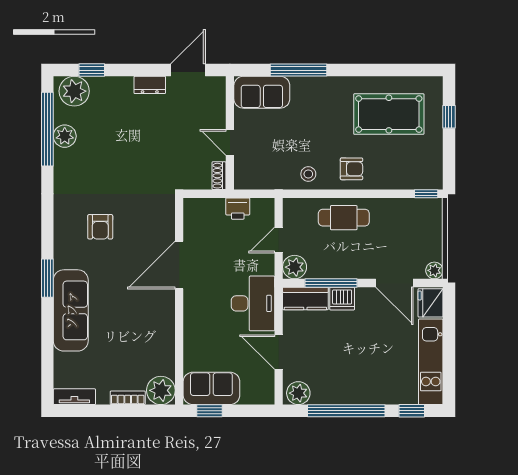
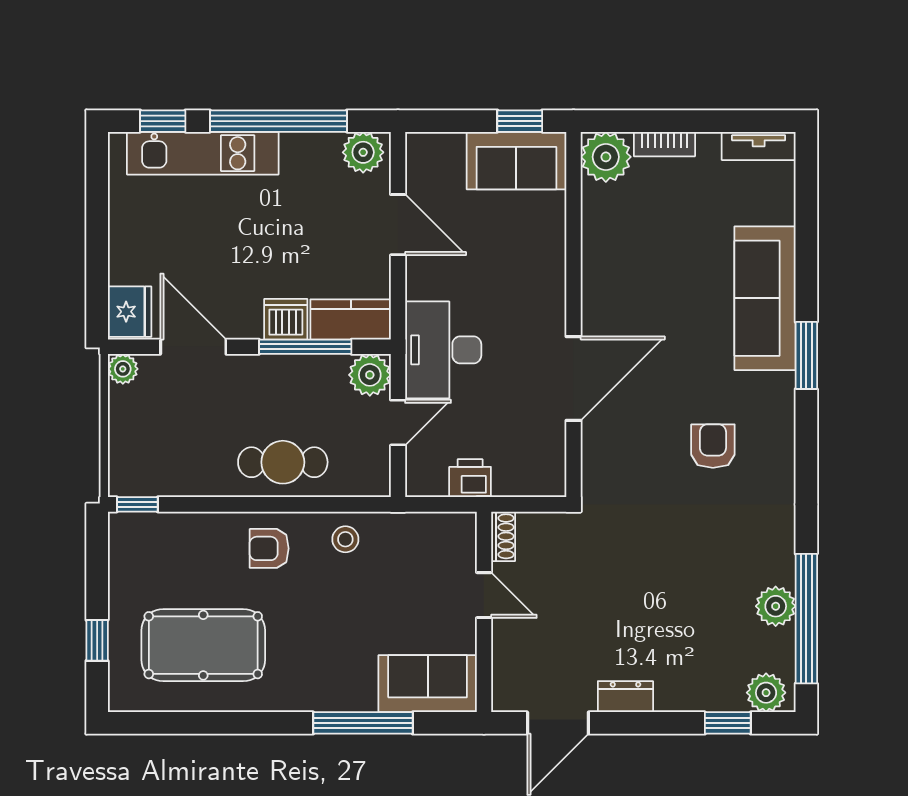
plant: (74, 91) -> (766, 693), width x0.73, depth x0.73
desk: (253, 303) -> (443, 350), moved
kitchen unit: (431, 362) -> (203, 153), moved, turned 90

